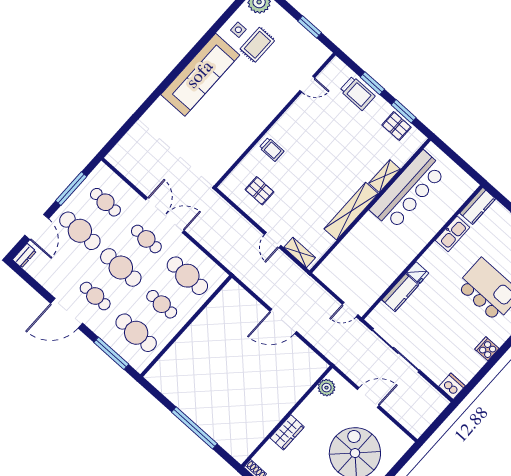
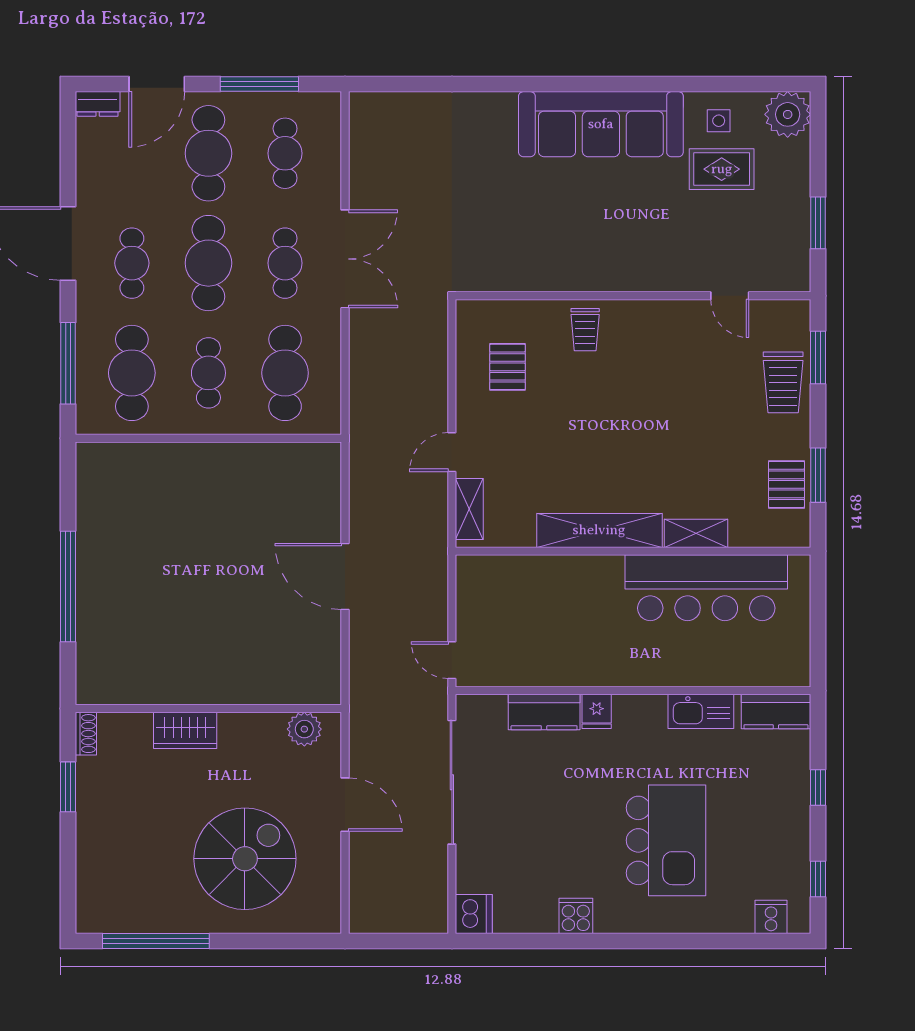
window: (372, 83) -> (818, 357), moved

